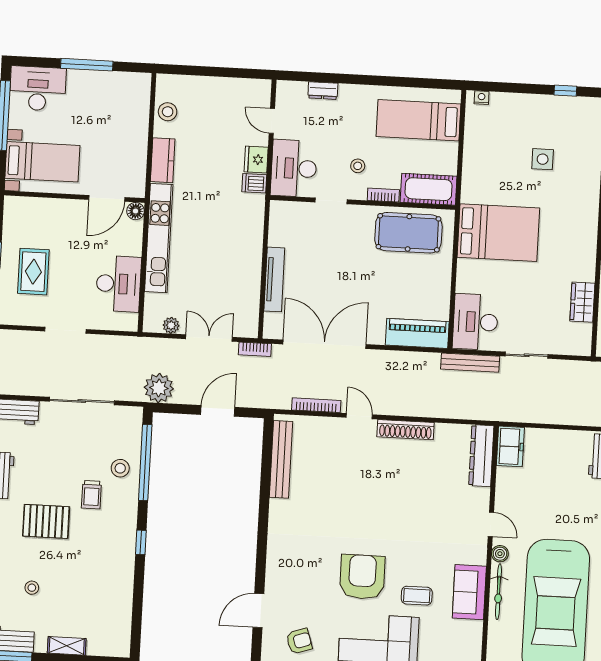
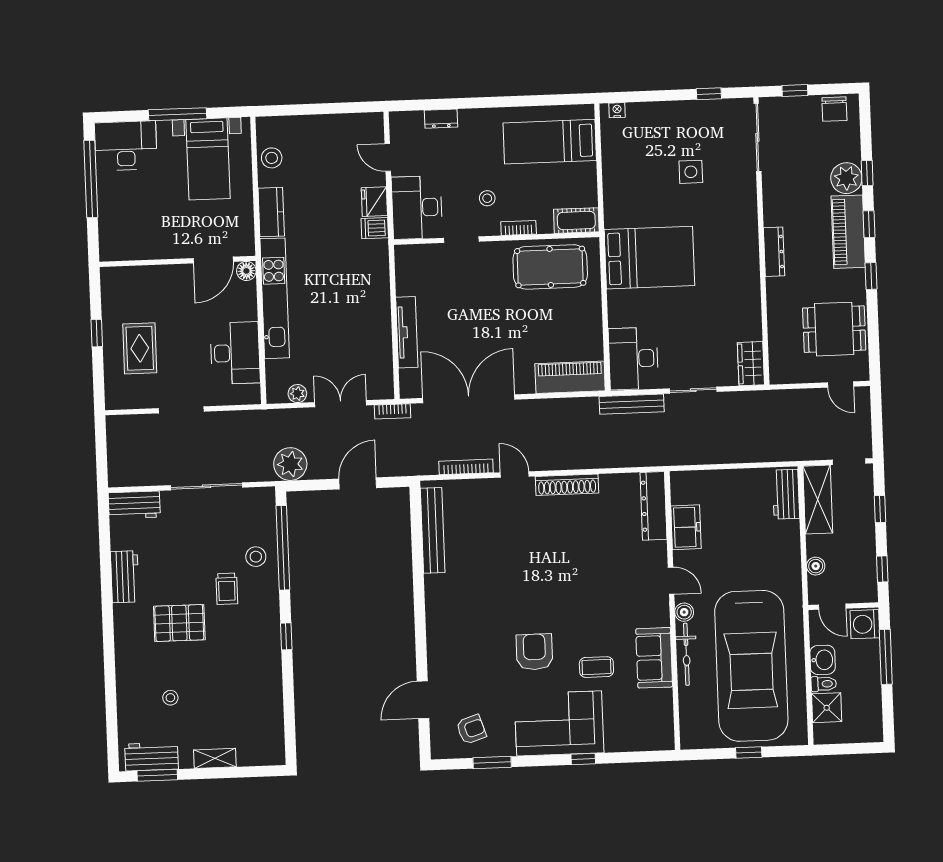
bed with nightstands: (42, 162) -> (208, 159), moved, turned 90
cot: (429, 189) -> (576, 221), width x0.73, depth x0.75
wardrobe: (582, 302) -> (751, 364), moved
freezer: (510, 446) -> (686, 527), moved
armchair: (362, 577) -> (534, 652), width x0.73, depth x0.73

